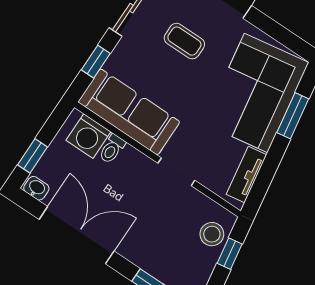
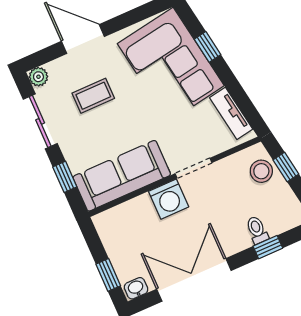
window: (293, 116) -> (208, 47), width x0.67
washing machine: (88, 136) -> (169, 199), moved
toilet: (112, 149) -> (257, 230), moved, turned 180

